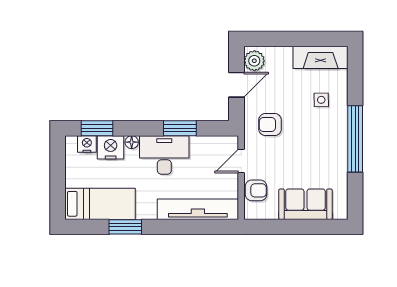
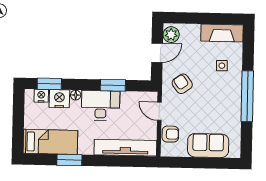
armchair: (270, 125) -> (182, 84), turned 54
door: (241, 161) -> (159, 111), hinge flipped

